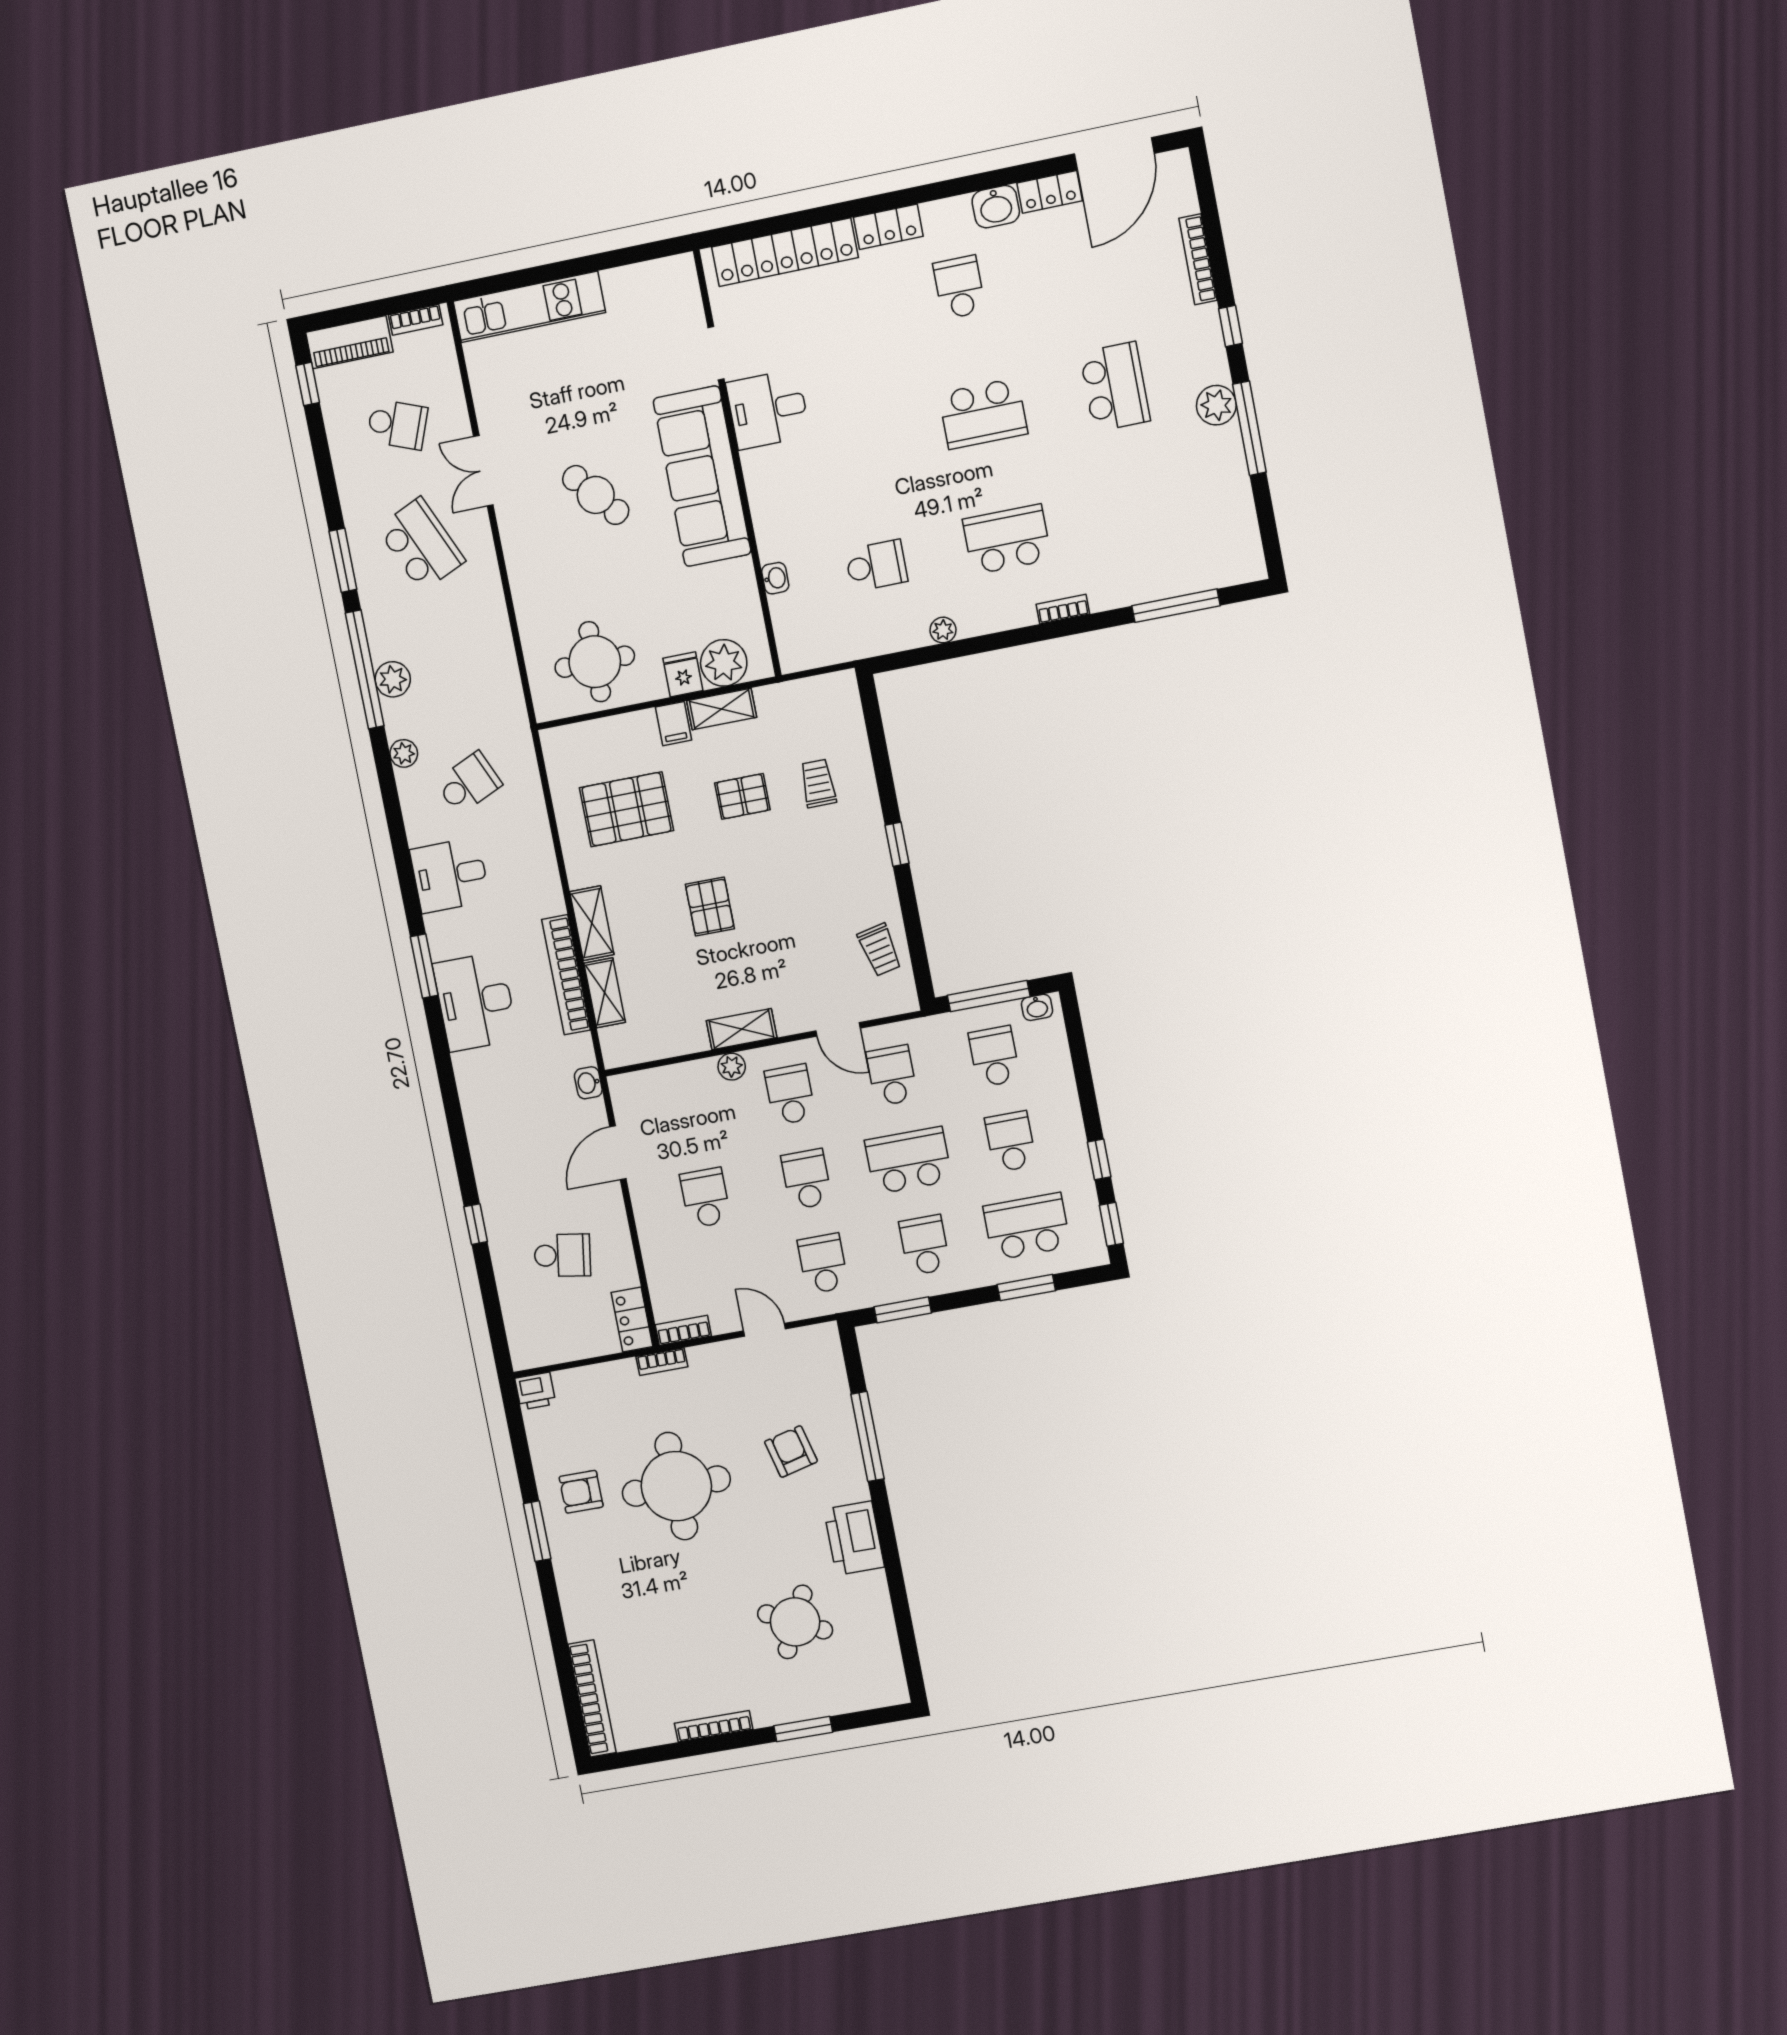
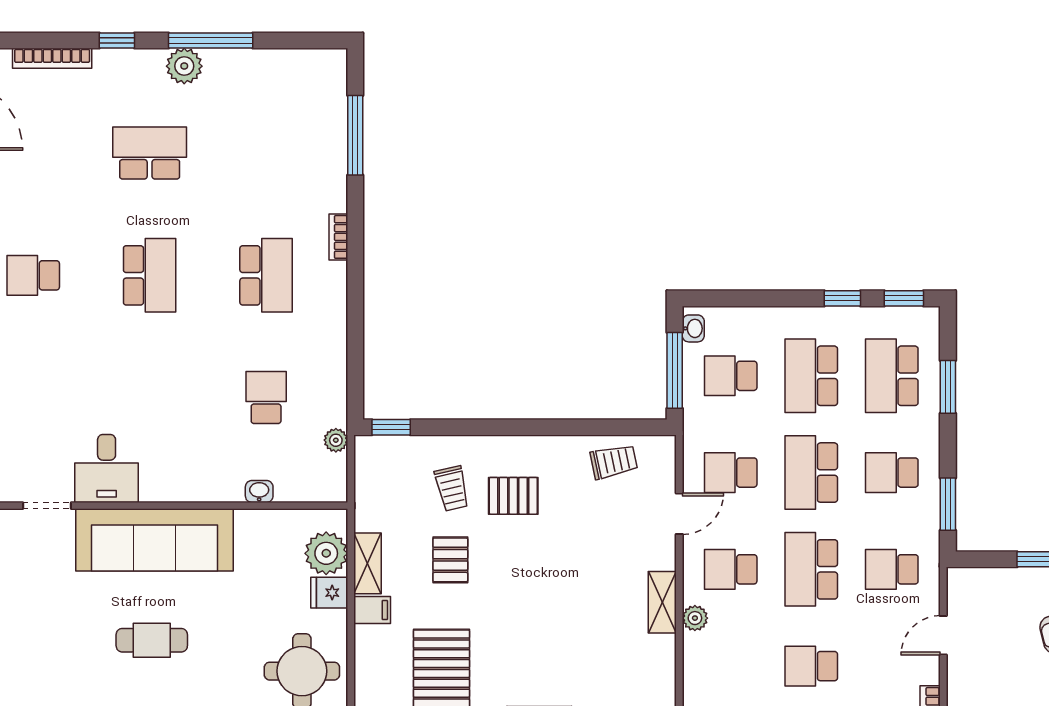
cafe table: (596, 495) -> (152, 640), turned 40
school desk: (1007, 539) -> (266, 275), turned 180
plant: (943, 630) -> (336, 440), moved
trolley: (818, 783) -> (452, 488), turned -103
window: (897, 844) -> (391, 427), moved
pallet: (710, 907) -> (513, 496), moved
school desk: (1011, 1142) -> (811, 376), width x1.85
school desk: (807, 1179) -> (811, 569), width x1.85

